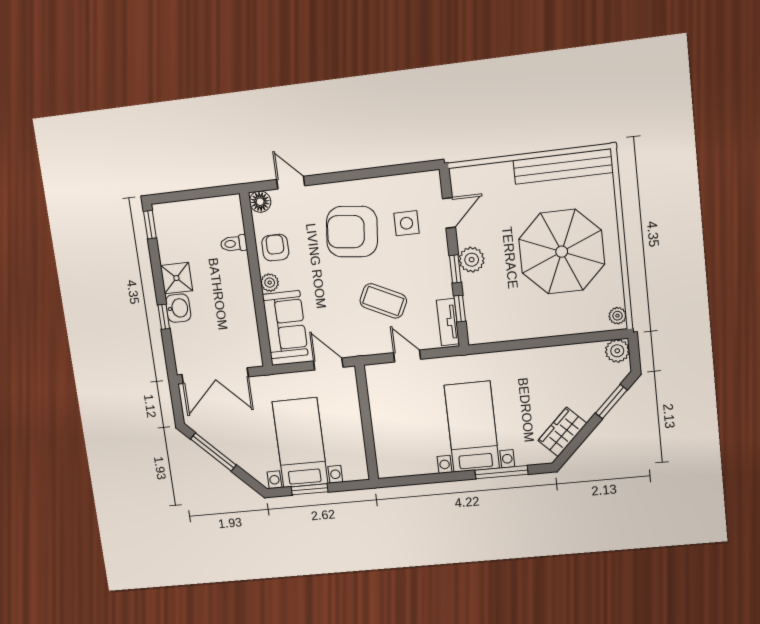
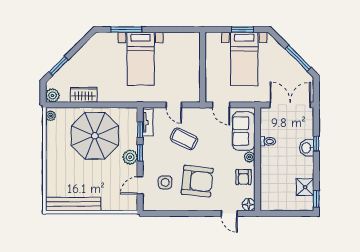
toilet: (234, 244) -> (268, 141), moved
parasol: (562, 252) -> (95, 136), moved
shower: (176, 278) -> (305, 187), moved
wardrobe: (562, 432) -> (84, 95), moved, turned -135

